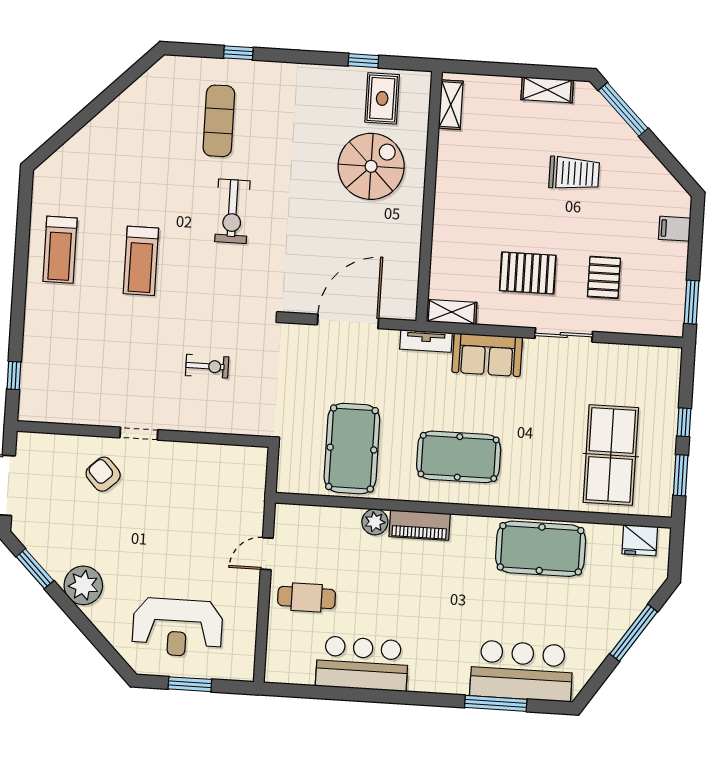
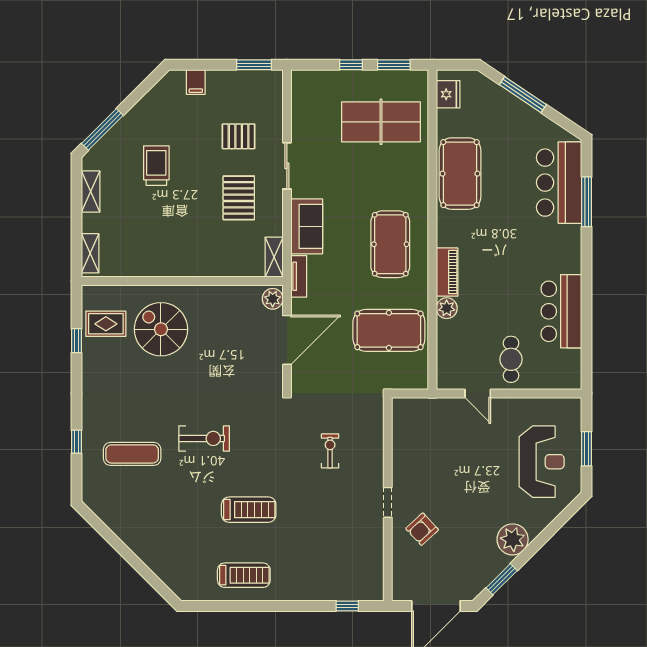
shelving: (451, 105) -> (90, 253), moved, turned 90
plant: (400, 307) -> (273, 299), added
door: (348, 321) -> (287, 340), swing flipped

